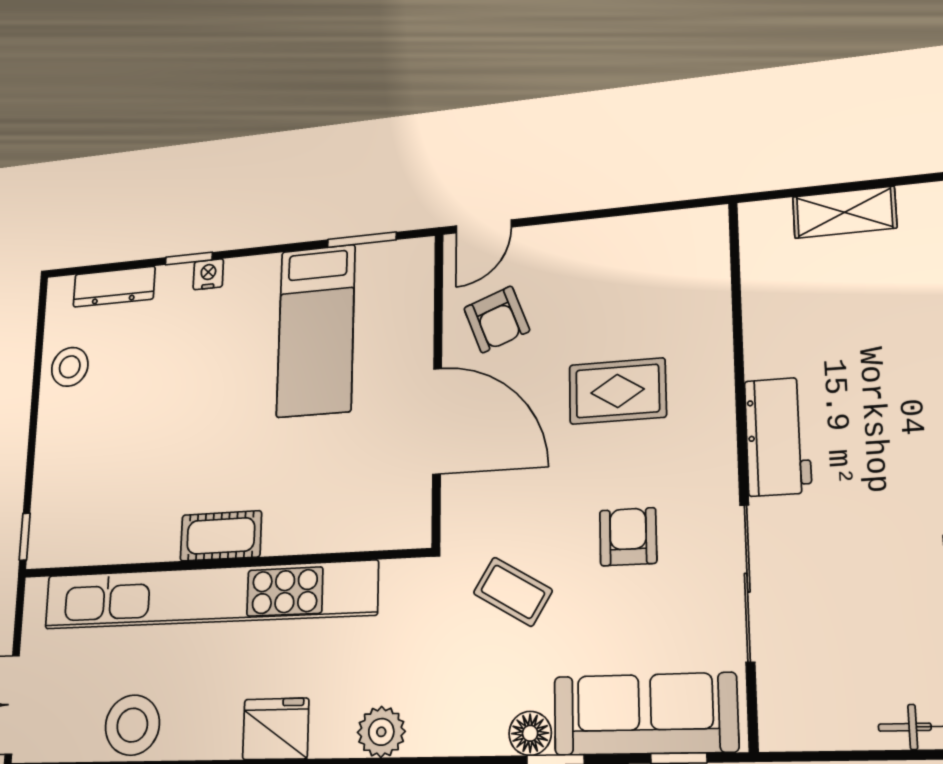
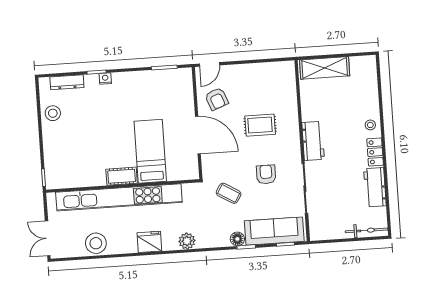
shelving: (844, 212) -> (325, 68), width x1.50, depth x1.33
bed: (316, 330) -> (150, 151), moved, turned 180

